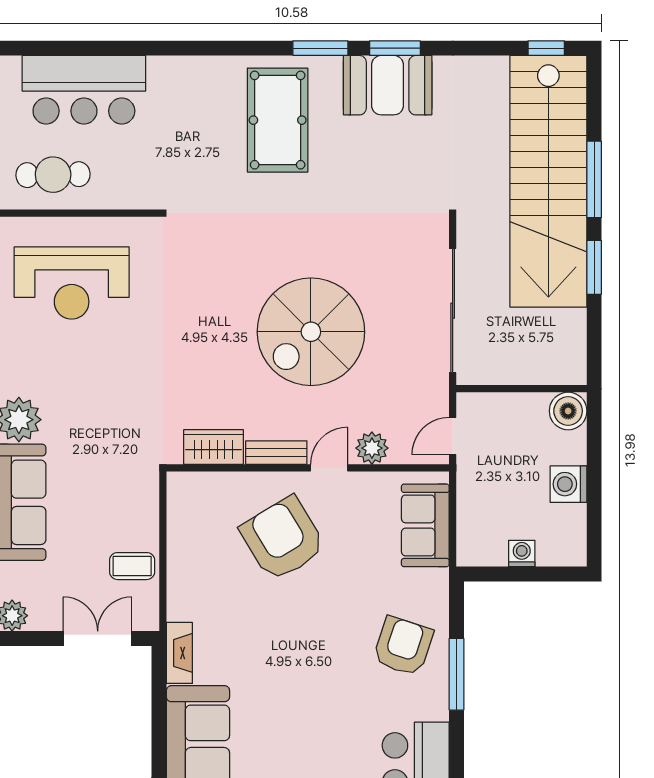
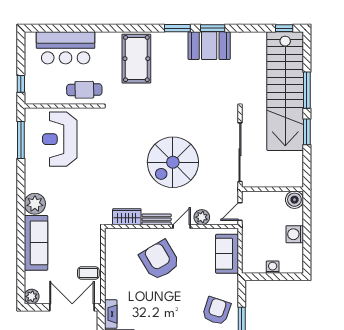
pool table: (278, 120) -> (136, 59), moved
cafe table: (53, 175) -> (84, 90), moved
reception desk: (72, 283) -> (60, 139), turned 90
double door: (98, 638) -> (72, 307), width x1.37

